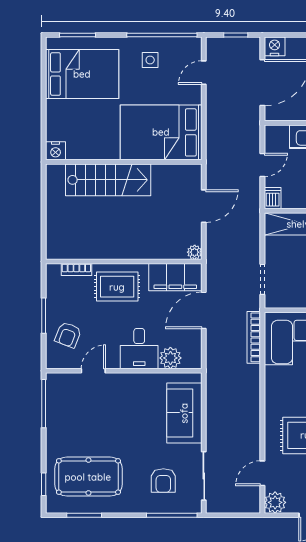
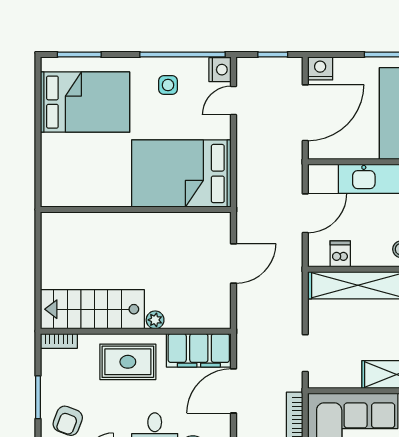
nightstand: (56, 151) -> (220, 70), moved, turned -90
door: (262, 165) -> (305, 213), width x1.38
stairs: (108, 180) -> (92, 309), moved, turned 180
dishwasher: (273, 198) -> (340, 254), moved
plant: (195, 252) -> (155, 320), moved
bookcase: (76, 269) -> (59, 341), moved

